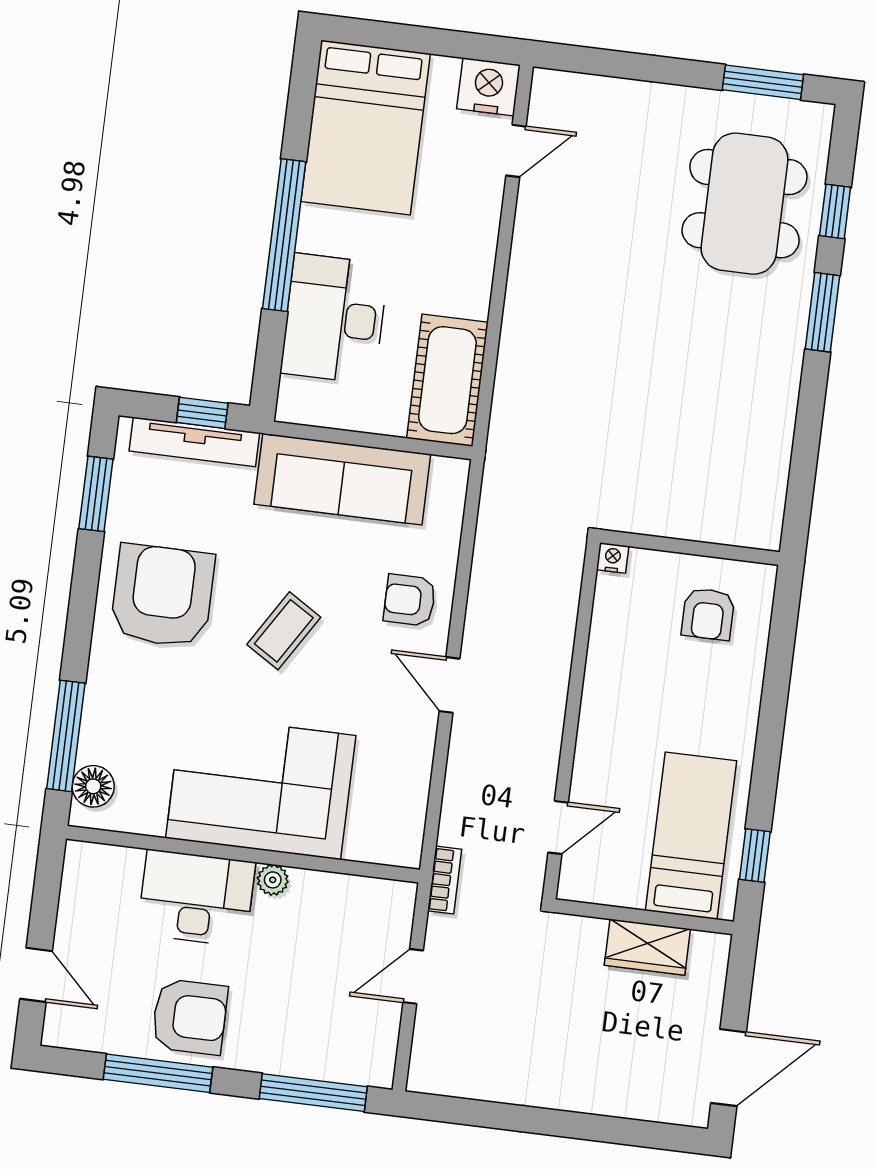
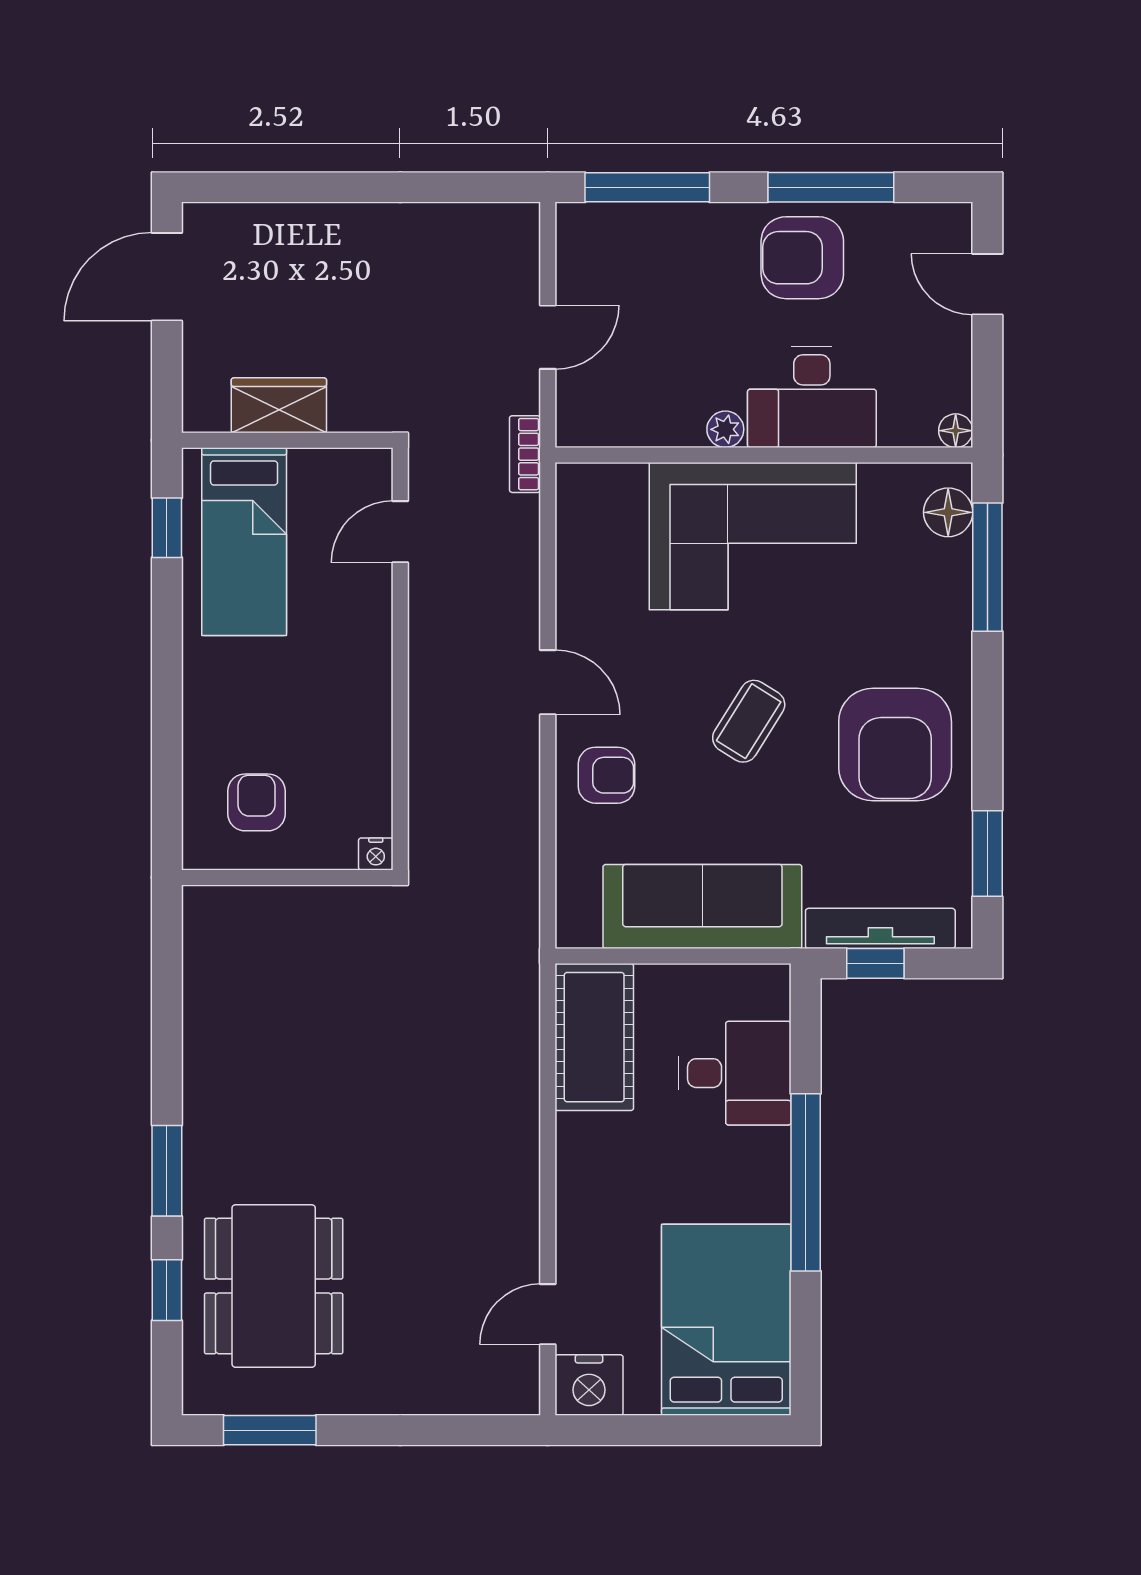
desk: (334, 319) -> (735, 1073), width x0.73
floor lamp: (78, 854) -> (956, 431), added

